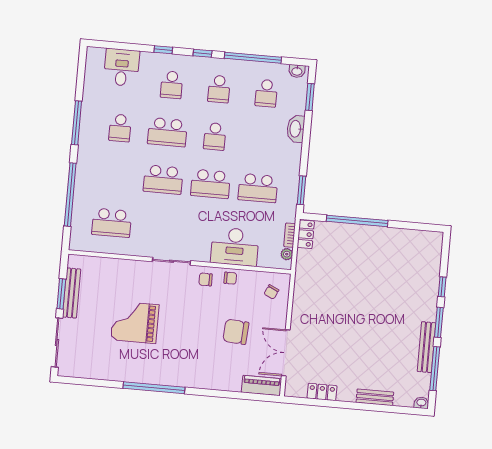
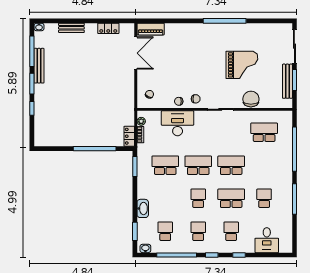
chair: (236, 332) -> (251, 99), moved, turned -94

